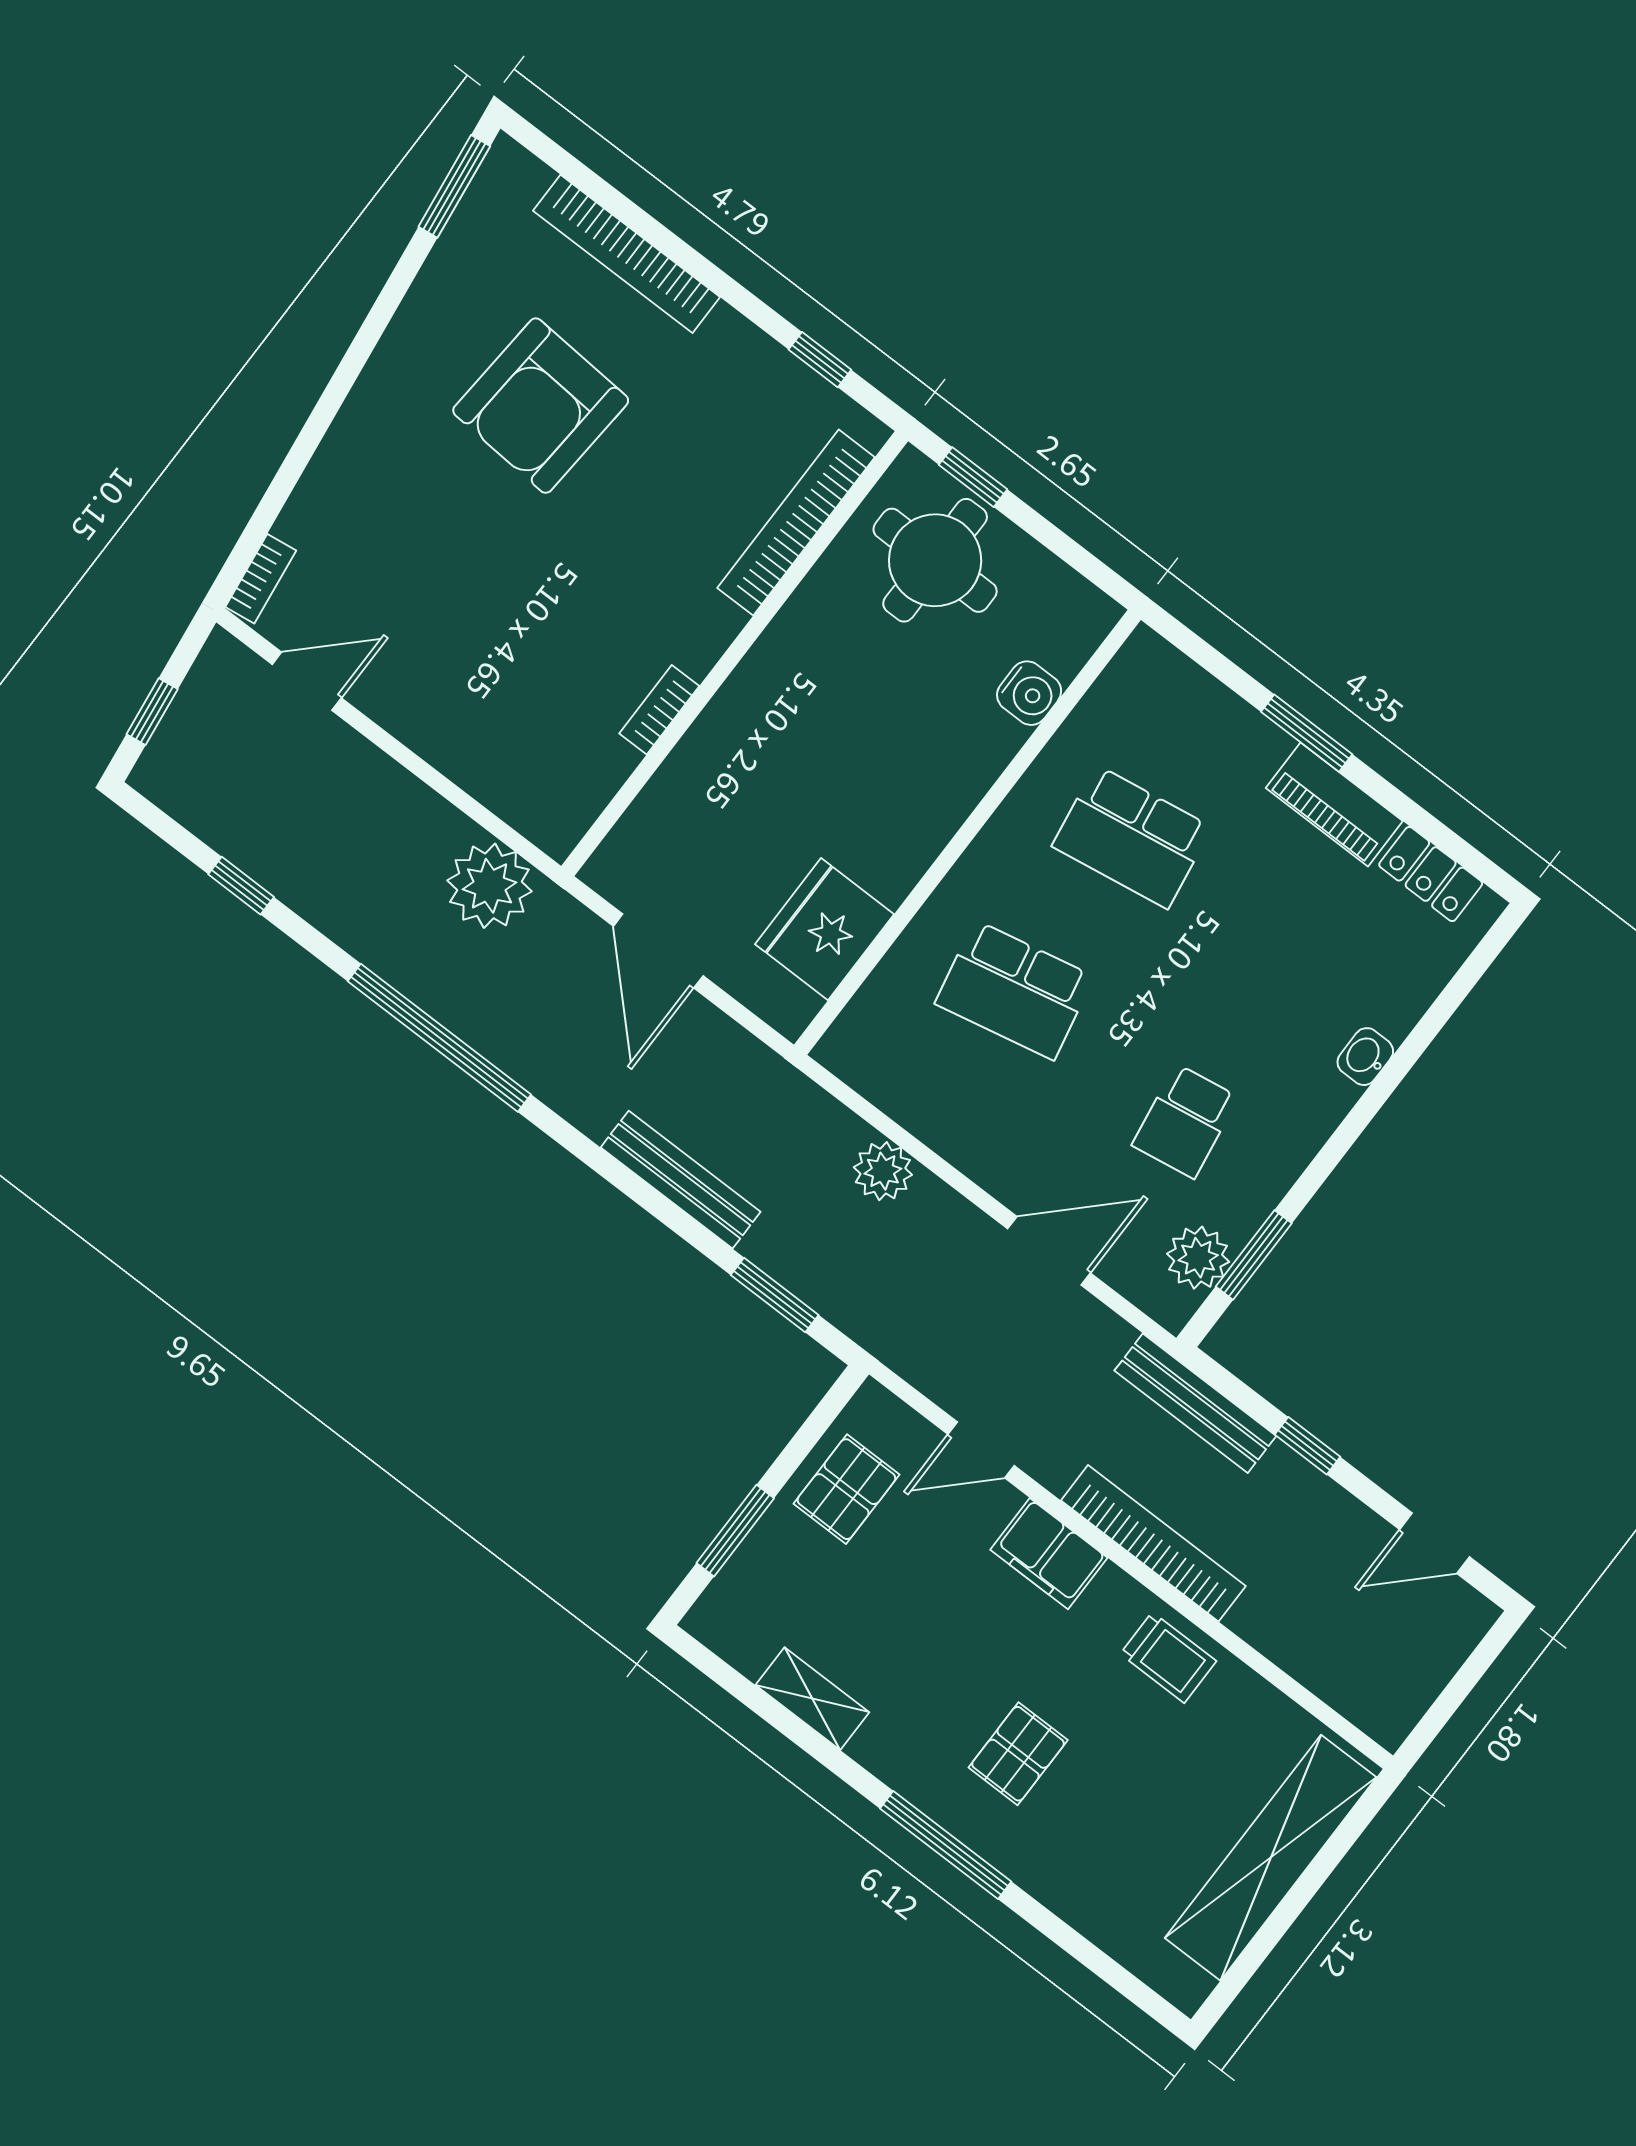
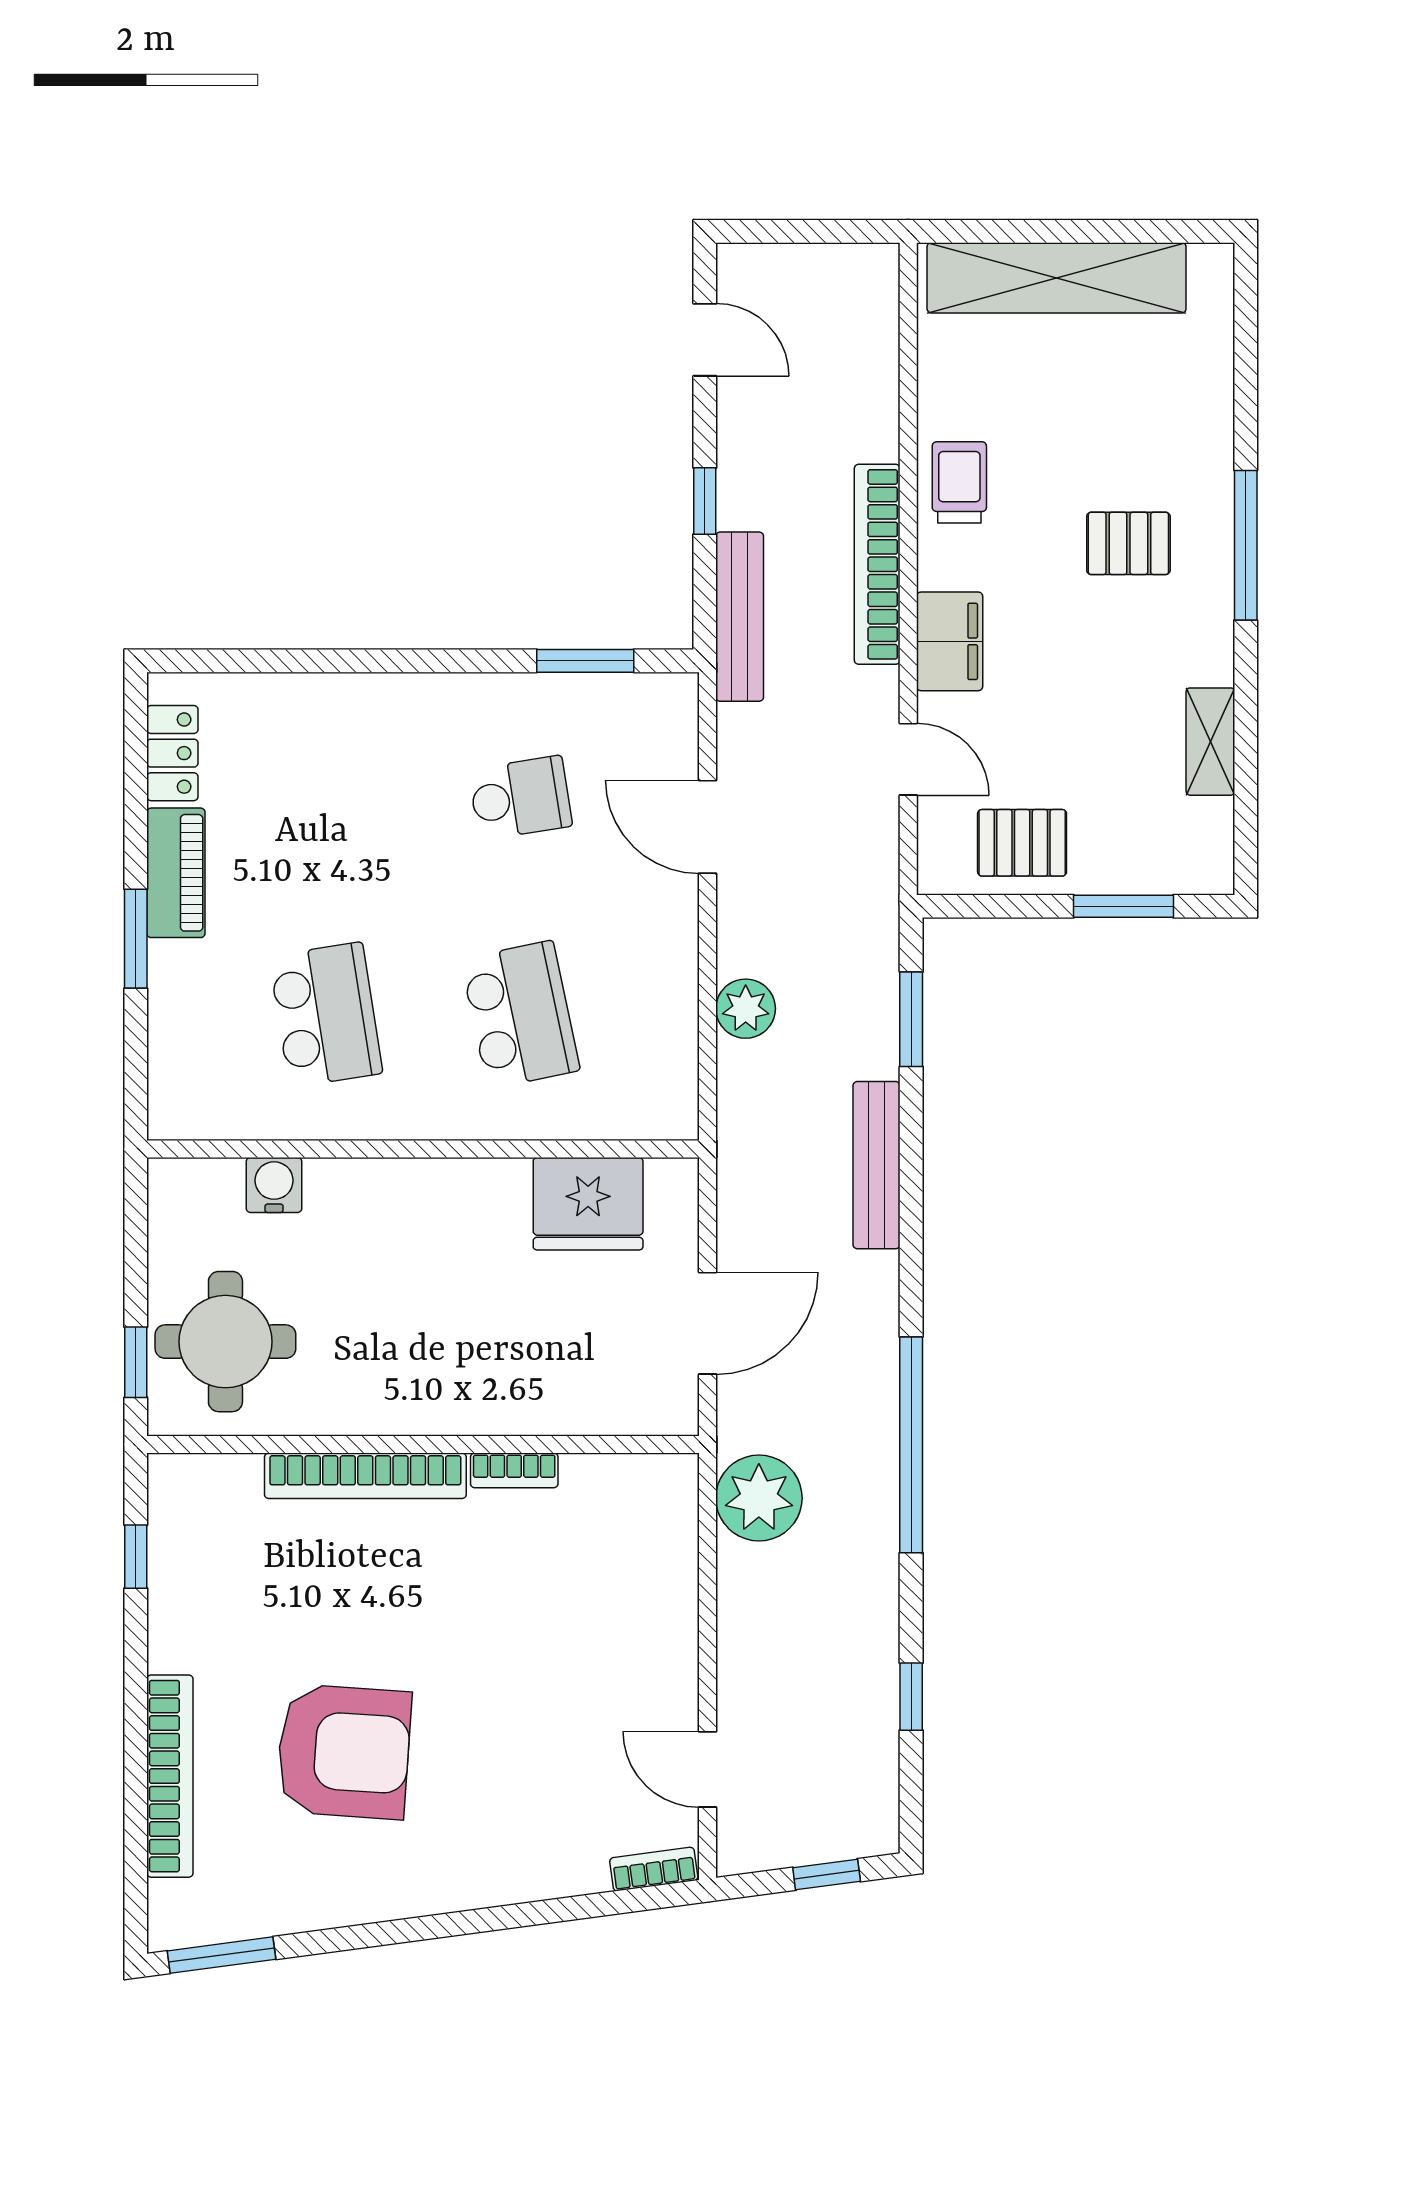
bookcase: (796, 523) -> (365, 1476), moved
washbasin: (1365, 1057) -> (358, 693), removed
plant: (1198, 1258) -> (622, 704), removed

